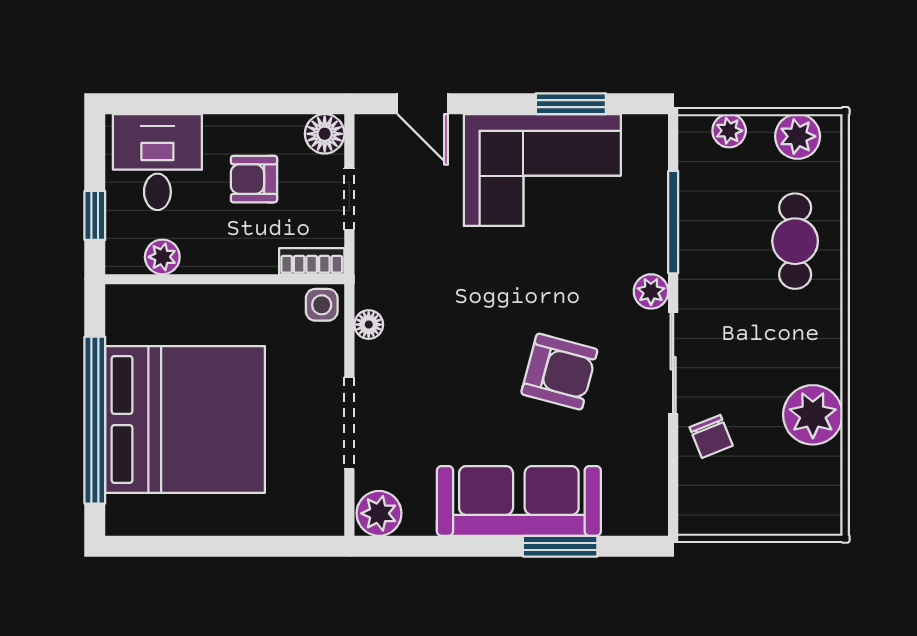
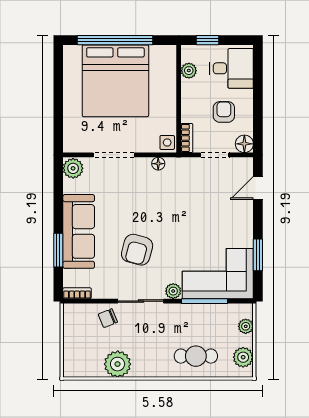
corner sofa: (542, 170) -> (218, 274), moved, turned 90
bookcase: (656, 505) -> (77, 293), added

